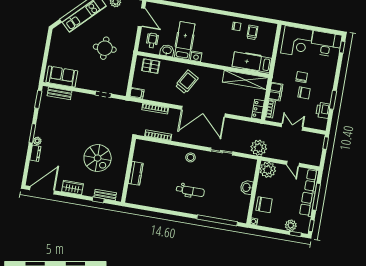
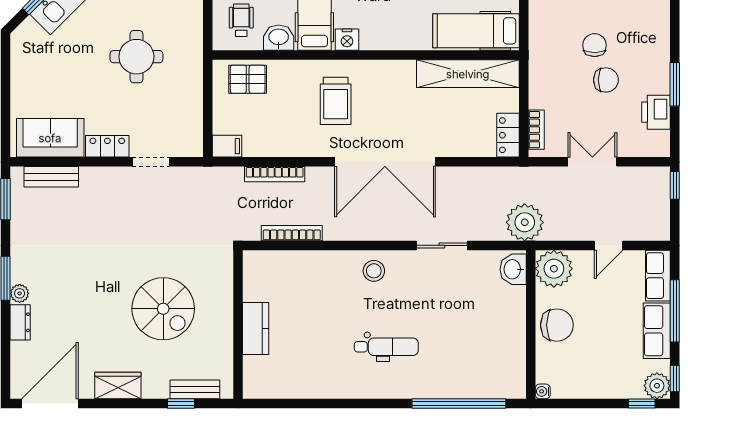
trolley: (187, 82) -> (336, 101), turned 150
locker: (86, 84) -> (107, 146), added
filing cabinet: (276, 92) -> (542, 88), removed
door: (293, 164) -> (609, 245), hinge flipped
washbasin: (247, 187) -> (513, 269), moved
chair: (264, 205) -> (557, 325), moved
plant: (291, 225) -> (657, 386), moved

